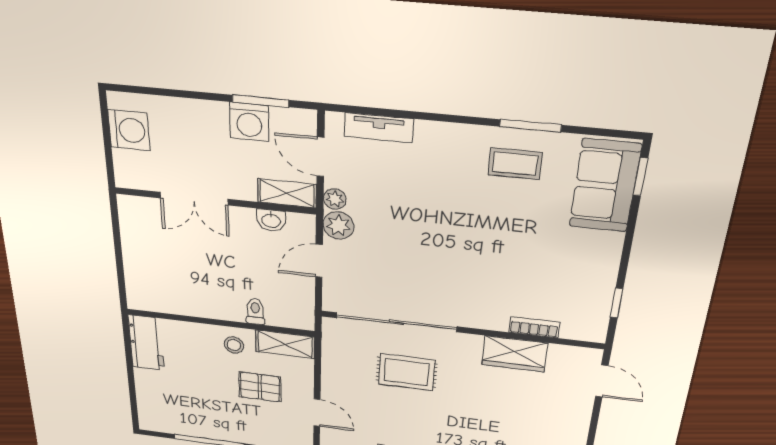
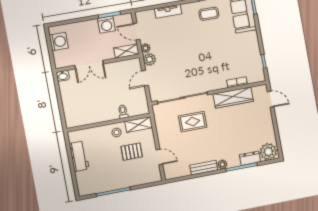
tv unit: (379, 128) -> (168, 11), moved
washbasin: (271, 220) -> (63, 76), moved
workbench: (146, 343) -> (79, 156), moved
wardrobe: (515, 354) -> (233, 98), width x1.50

